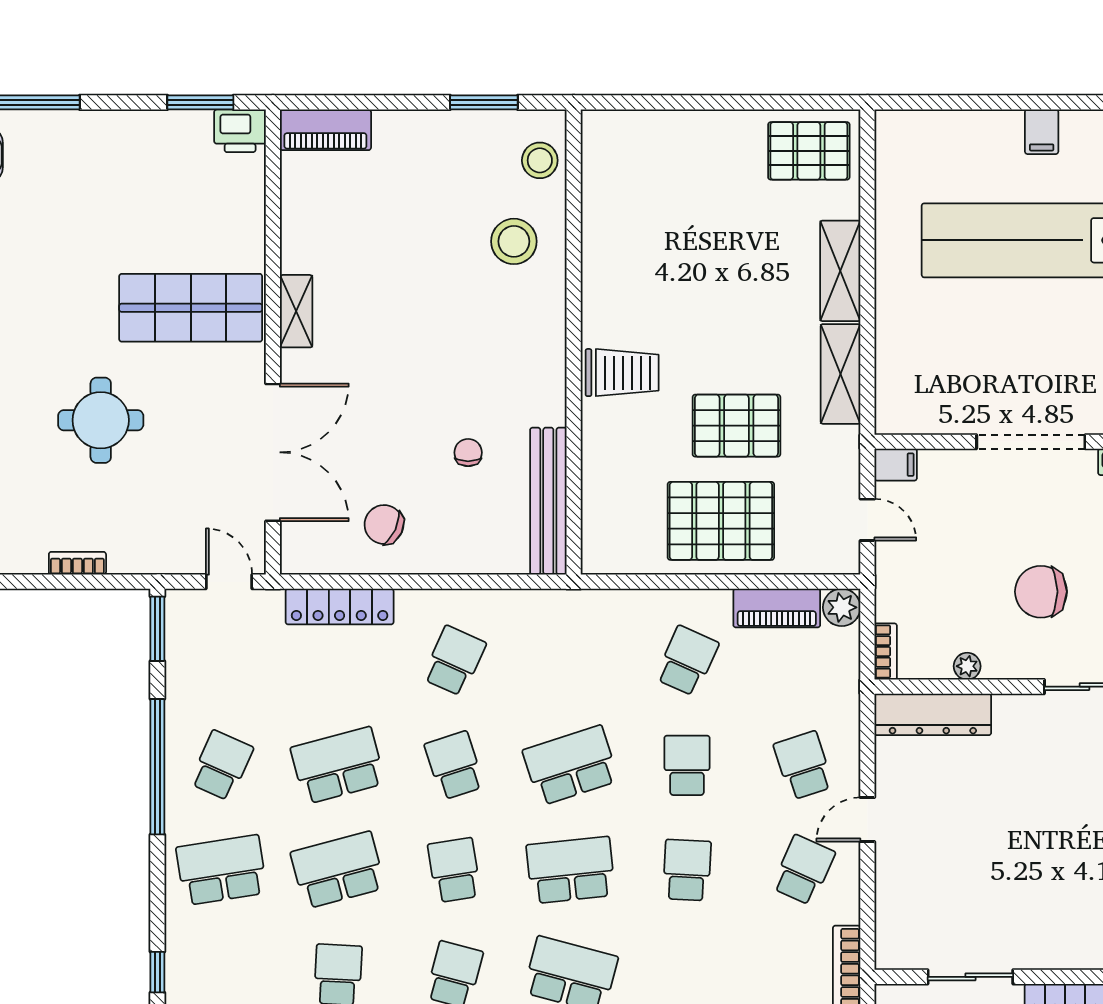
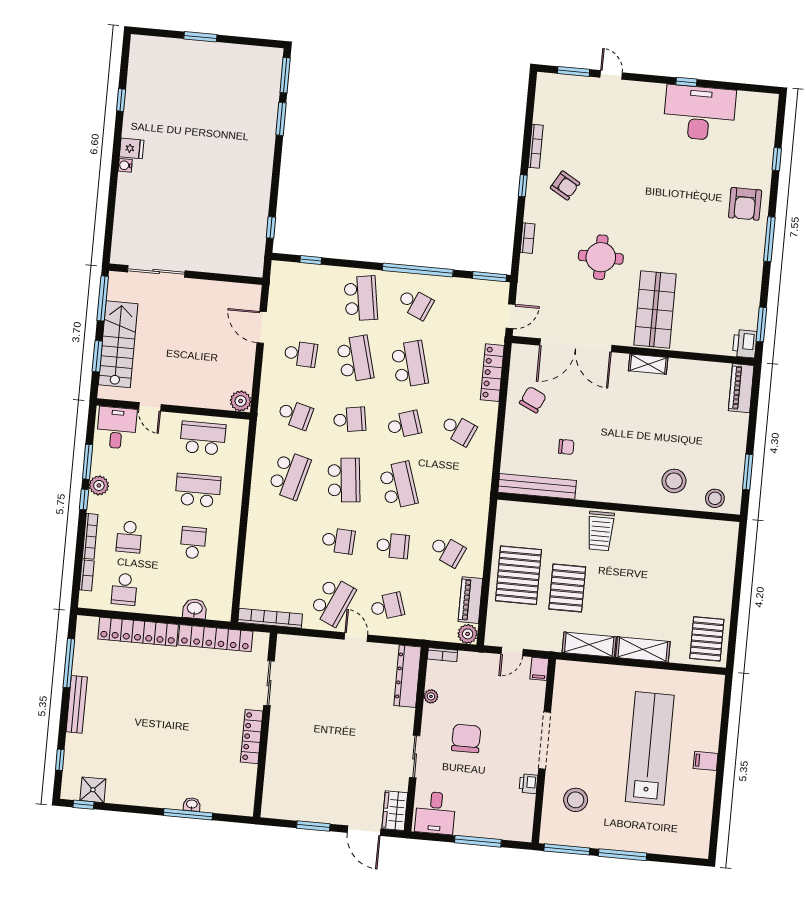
school desk: (803, 870) -> (333, 601), width x1.85

